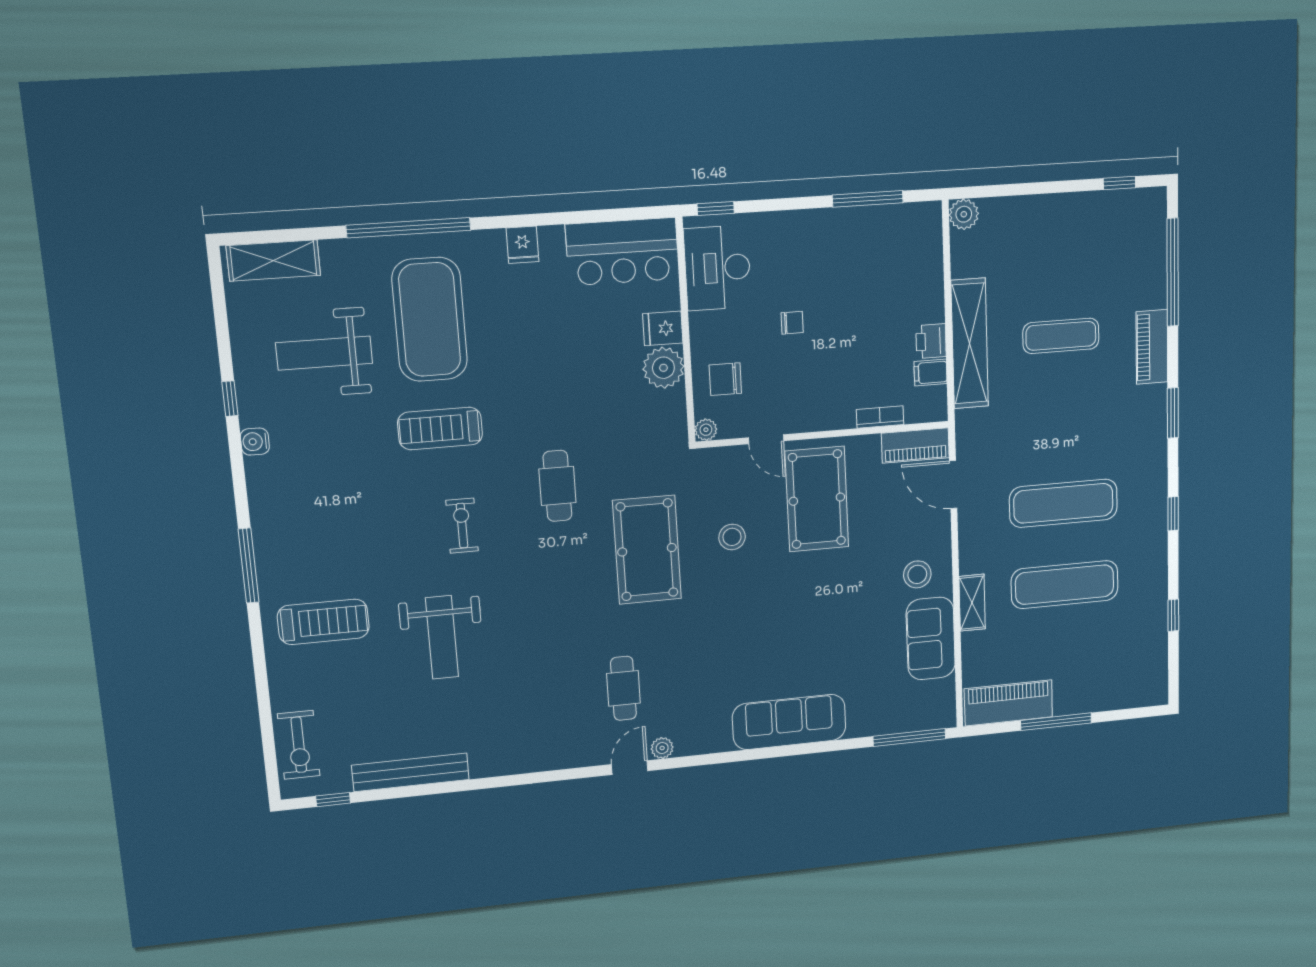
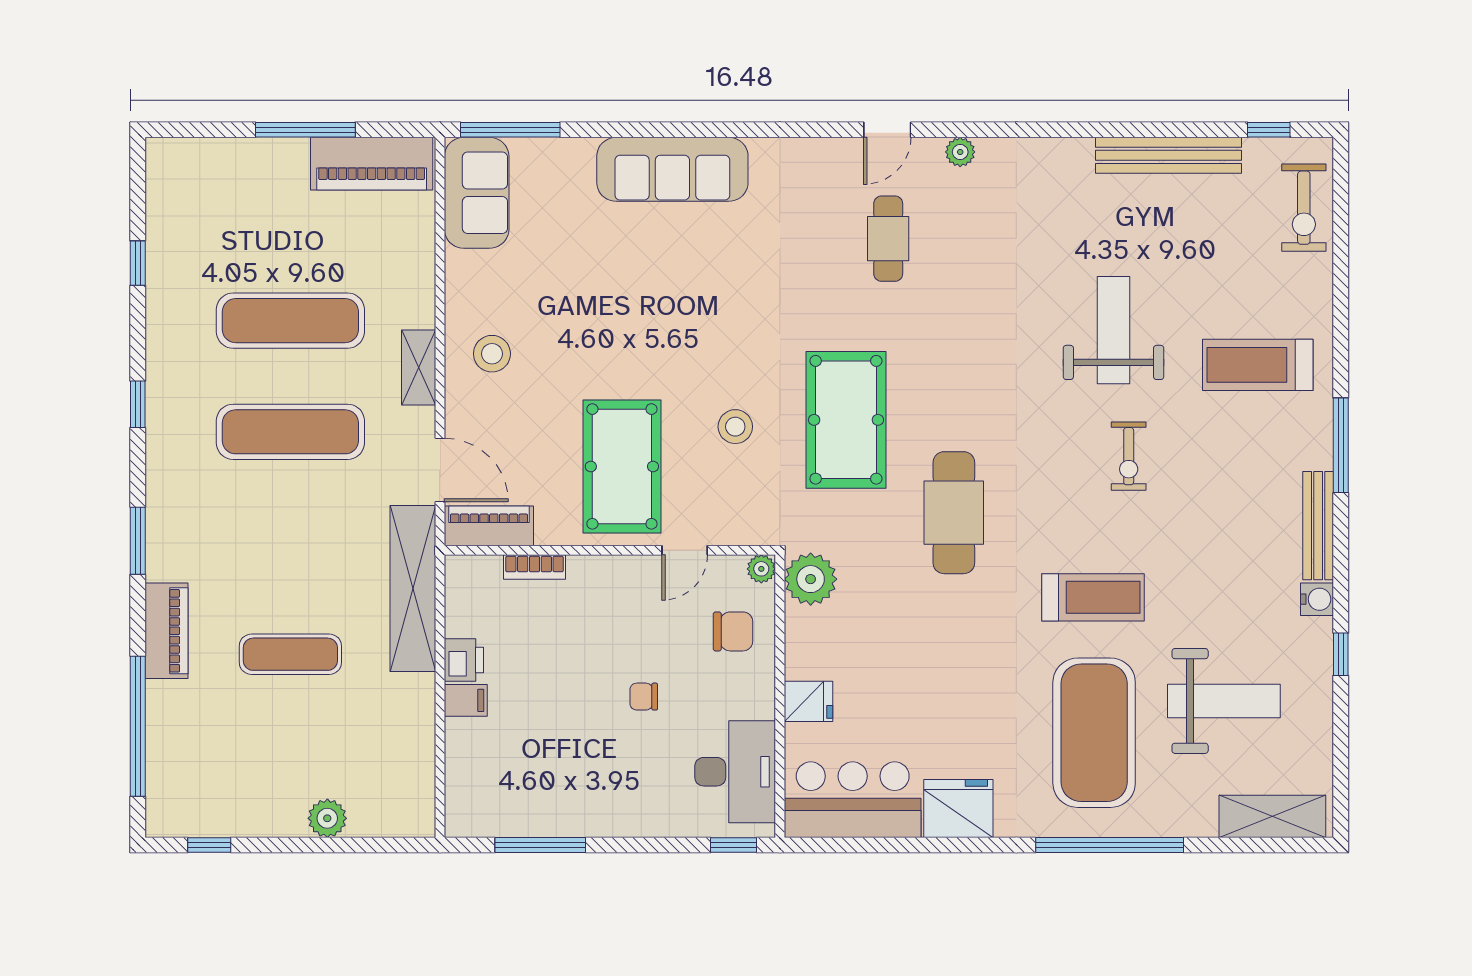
plant: (964, 214) -> (327, 818), moved
fridge: (522, 245) -> (958, 809), width x1.88, depth x1.34
shelving: (970, 344) -> (413, 589), moved
plant: (663, 368) -> (811, 579), moved
filing cabinet: (931, 373) -> (466, 700), moved
door: (766, 439) -> (685, 550), swing flipped
cafe table: (557, 486) -> (954, 513), width x1.37, depth x1.35
bench: (260, 501) -> (1318, 526), added
exercise bike: (462, 526) -> (1129, 456), moved
shelving: (972, 603) -> (419, 367), moved
sofa: (931, 638) -> (477, 193), moved
exercise bike: (299, 745) -> (1304, 208), turned 180
plant: (662, 748) -> (960, 152), moved

